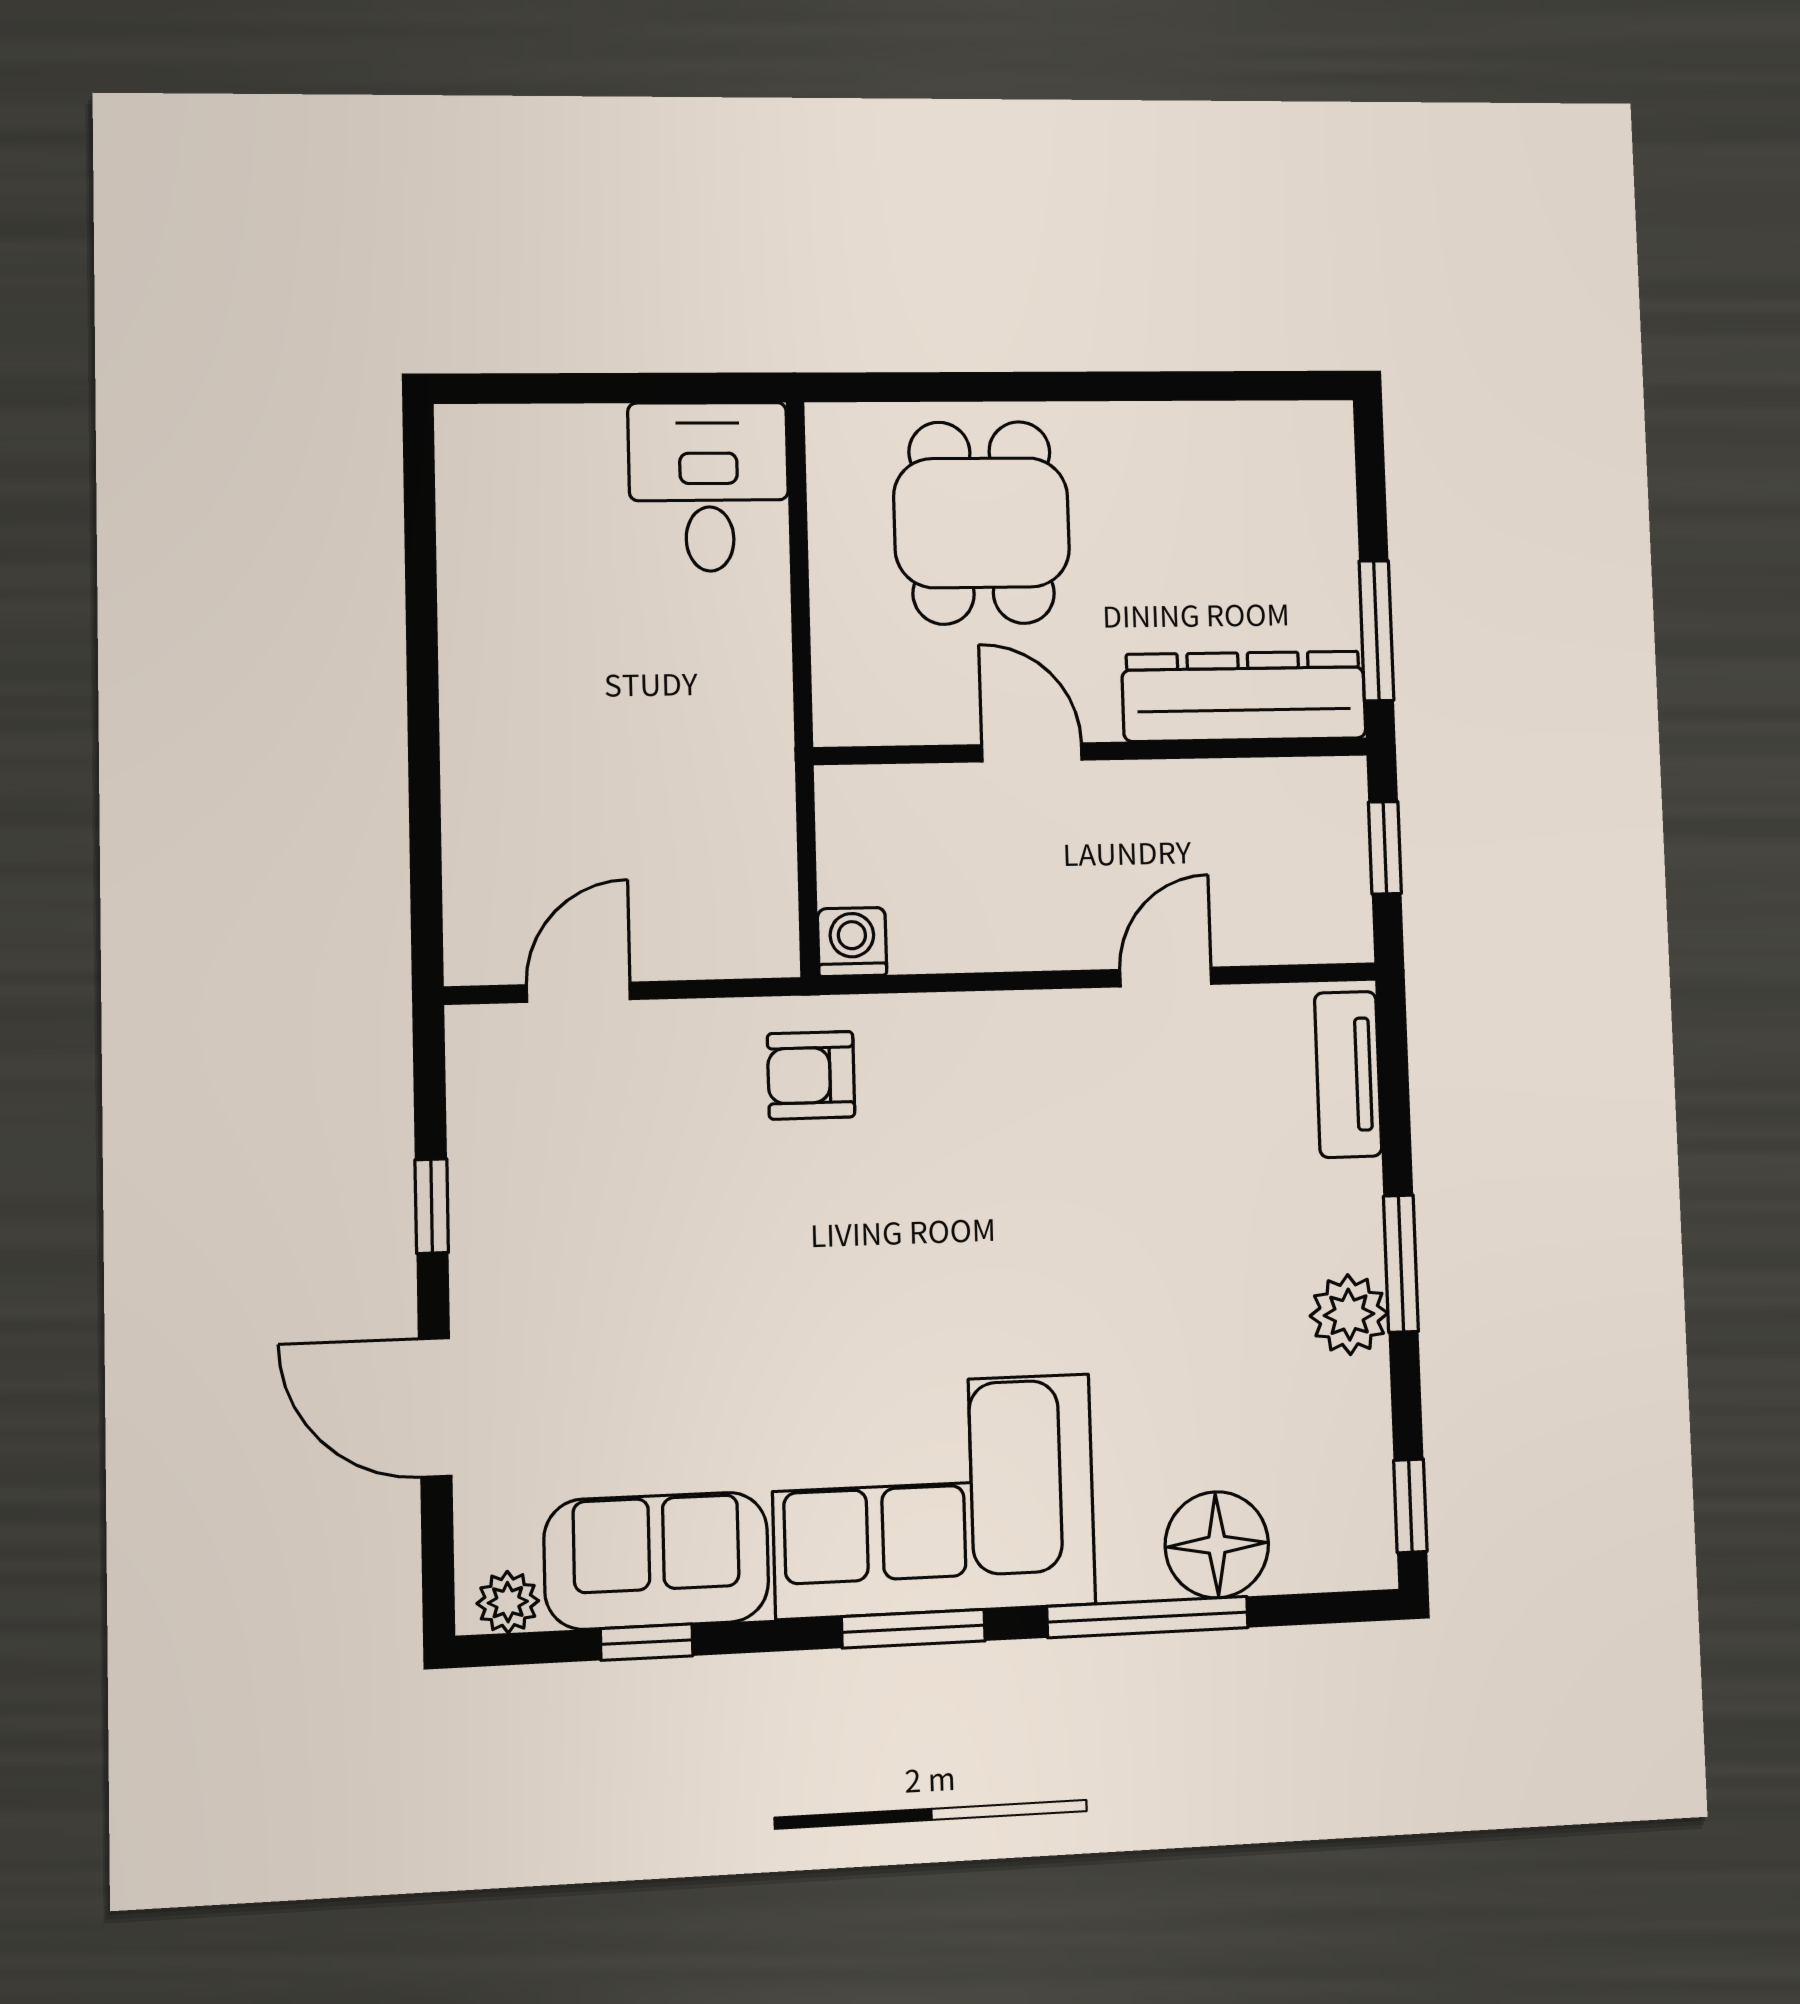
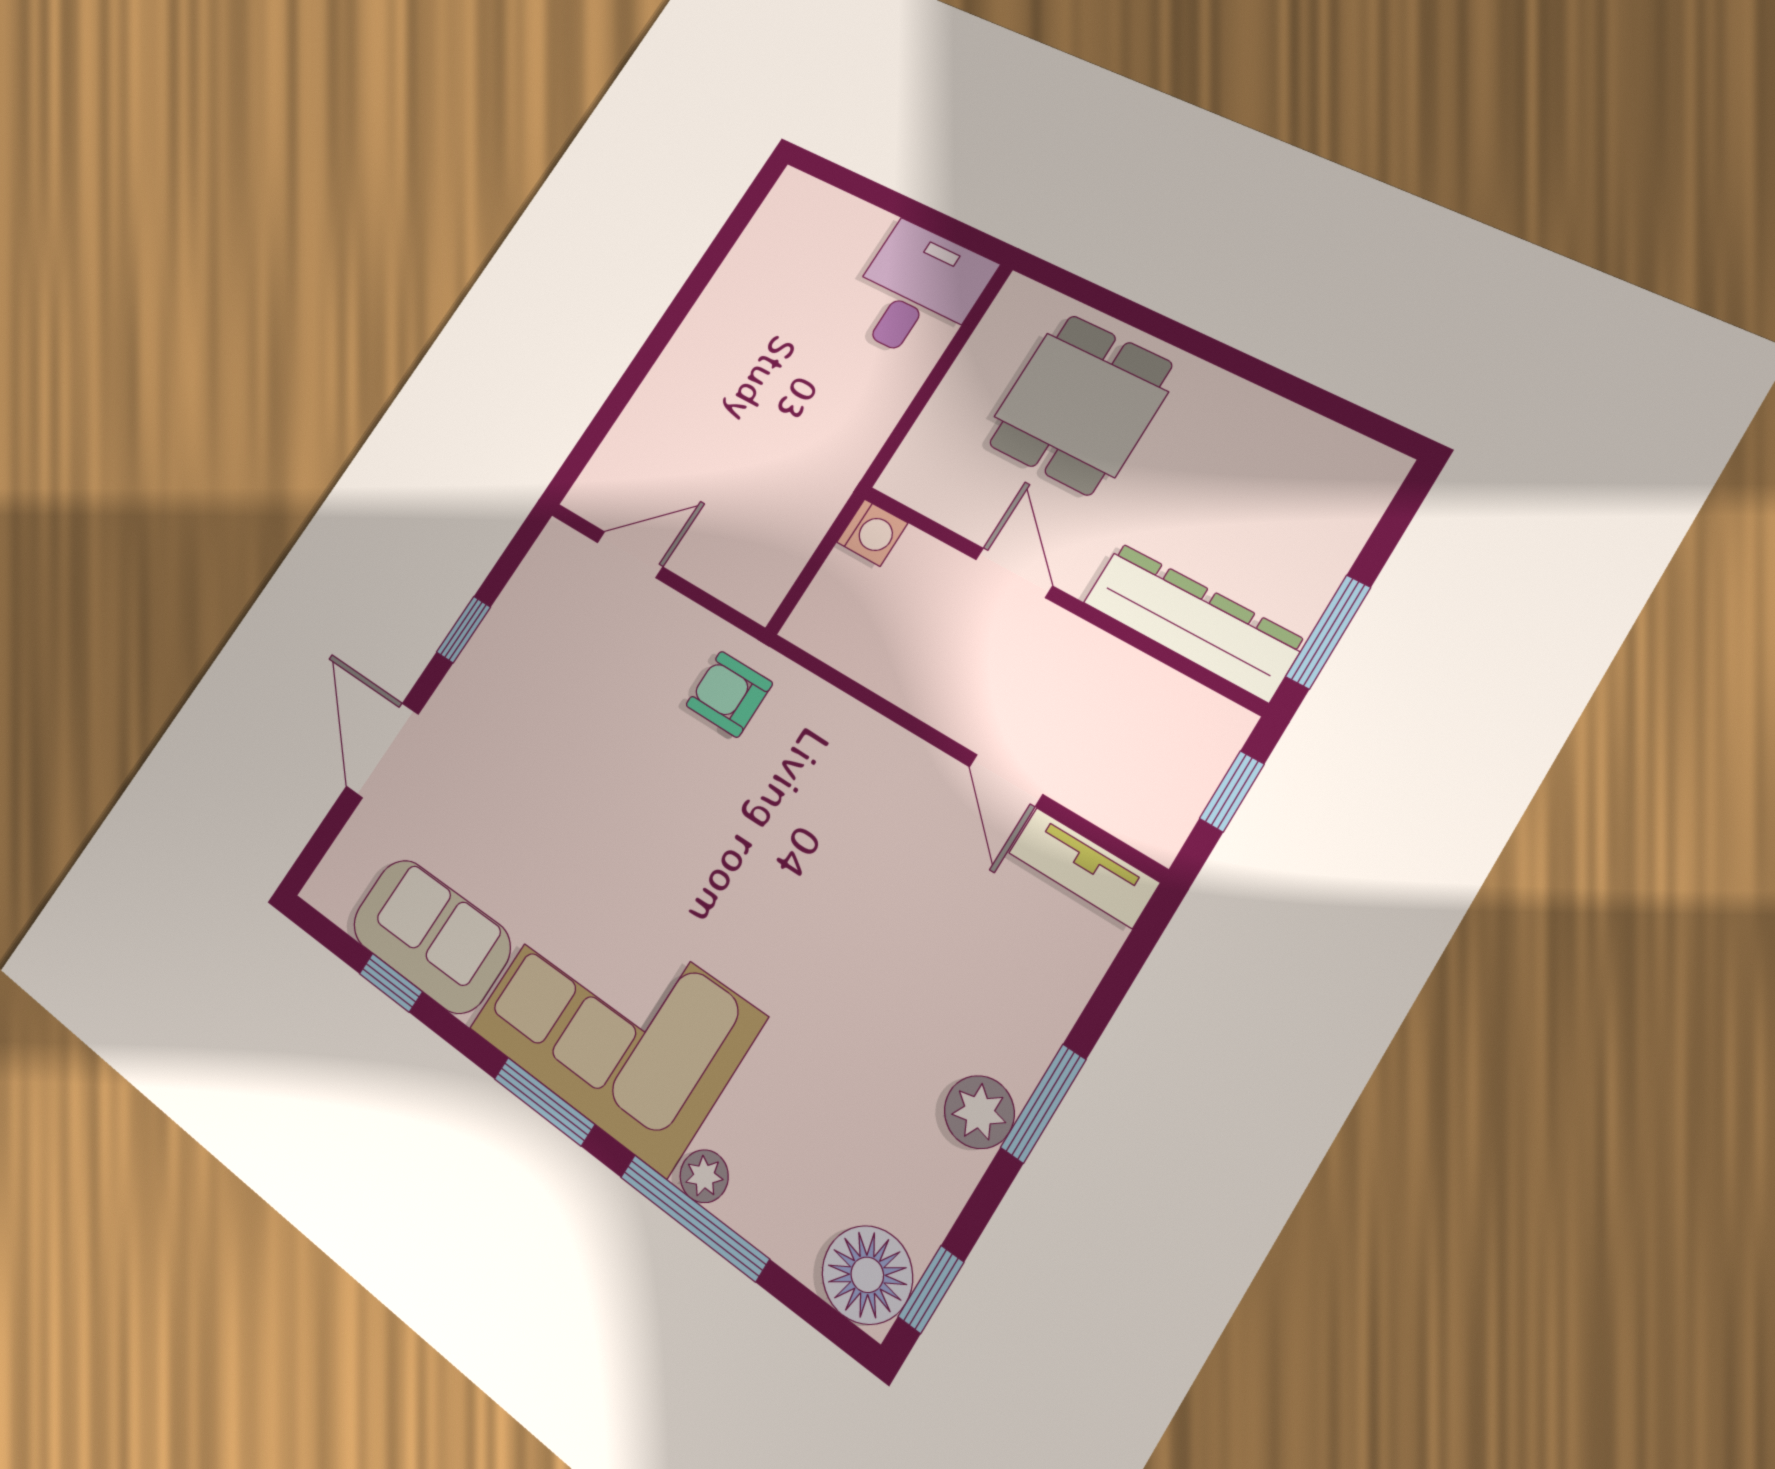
washing machine: (852, 942) -> (872, 533), moved, turned 90
door: (1166, 977) -> (1006, 780), swing flipped
tv unit: (1348, 1074) -> (1084, 868), moved, turned -90
floor lamp: (1217, 1545) -> (867, 1275), moved
plant: (508, 1602) -> (704, 1176), moved

